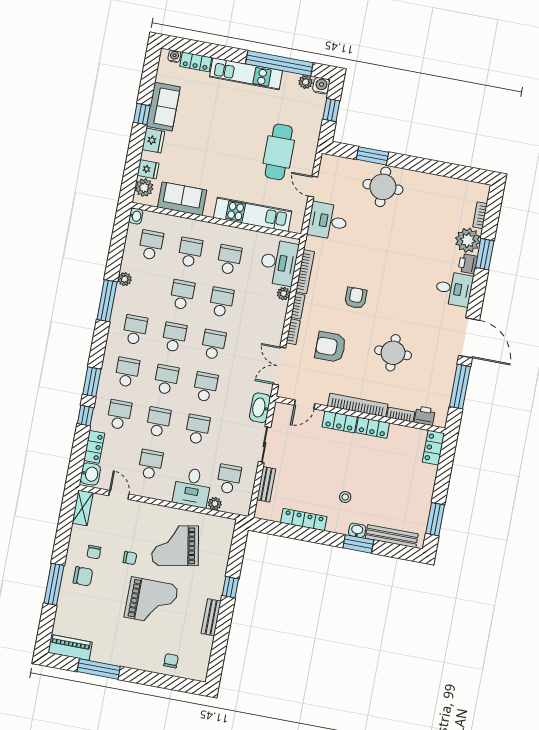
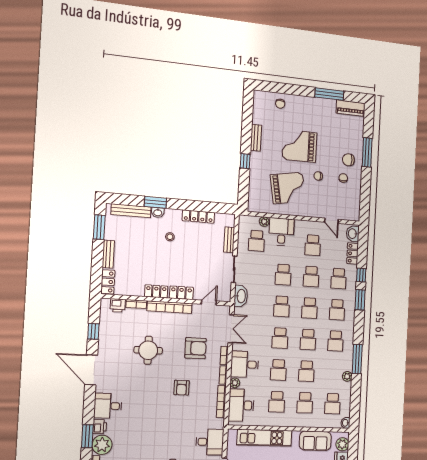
desk: (267, 316) -> (245, 364), added
window: (460, 387) -> (93, 331), width x0.46
bench: (428, 483) -> (108, 254), added
shelving: (83, 508) -> (355, 209), removed

